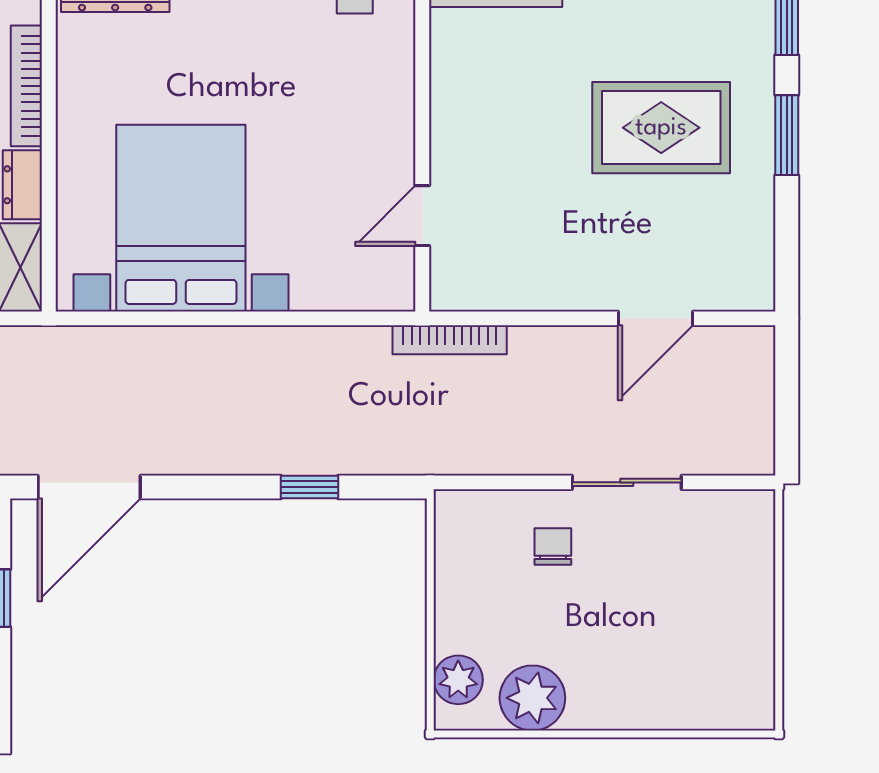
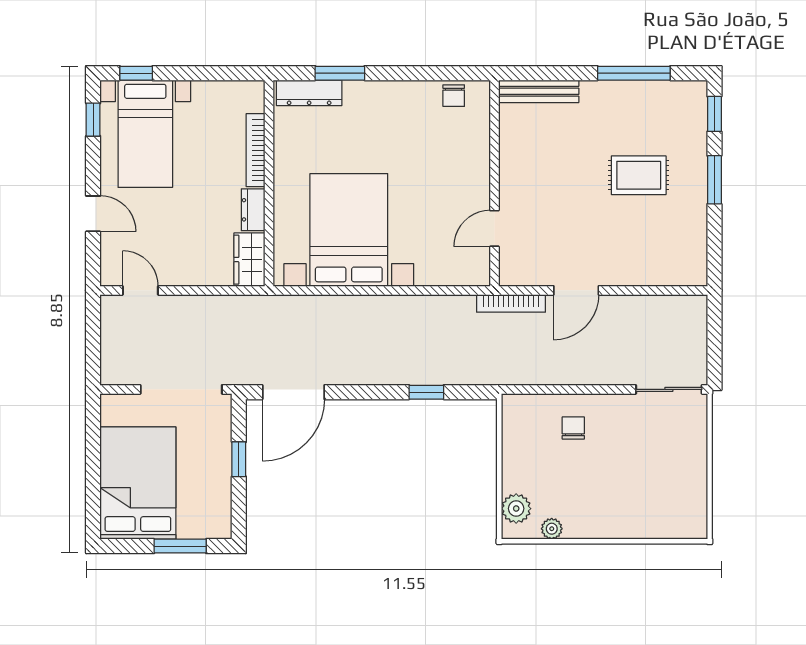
rug: (661, 128) -> (639, 175), width x0.73, depth x0.70
door: (656, 318) -> (576, 290), moved
sliding door: (627, 482) -> (669, 389), moved
plant: (532, 698) -> (552, 529), width x0.53, depth x0.53

